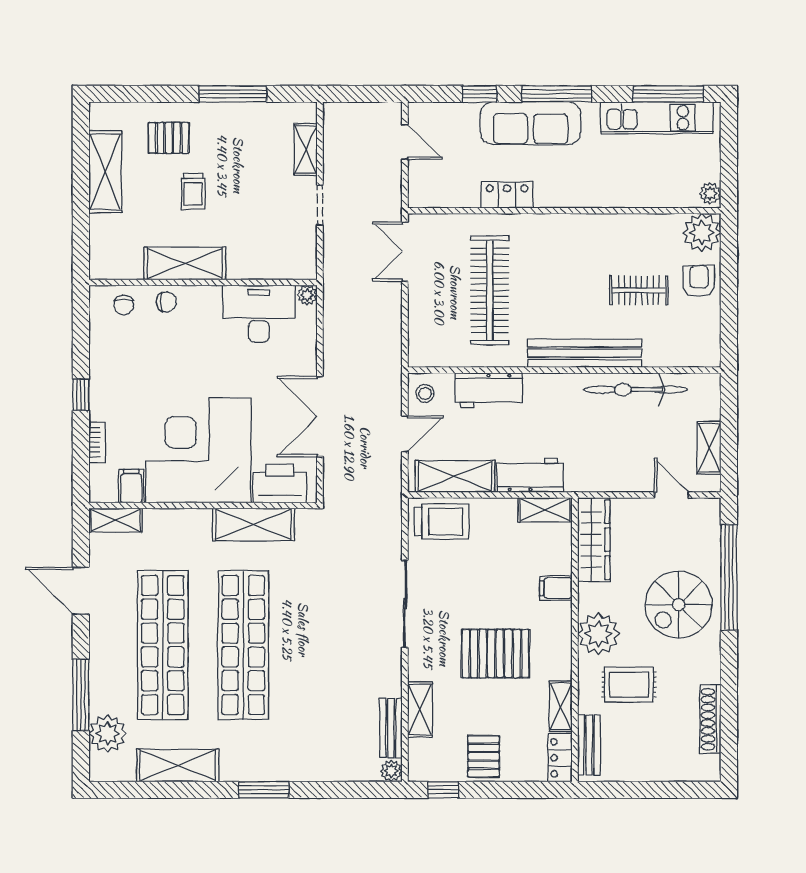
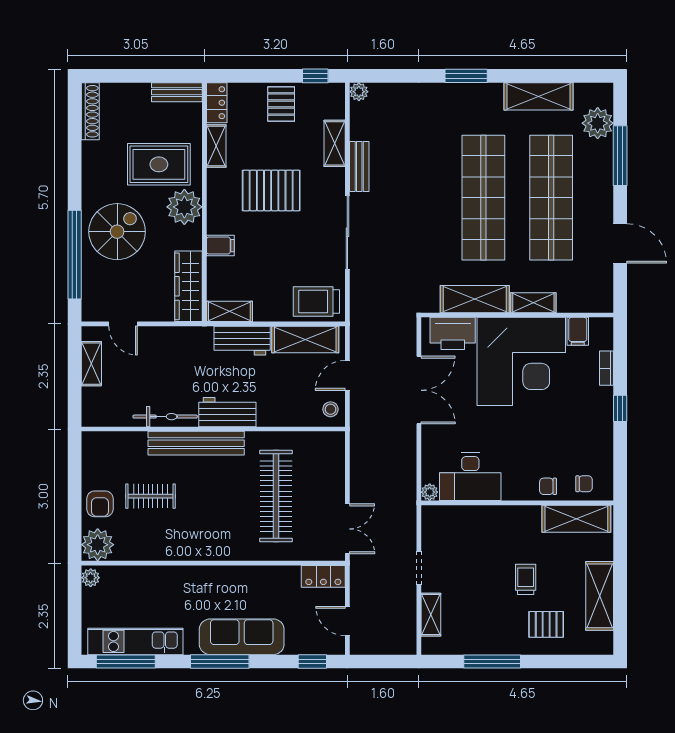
window: (479, 94) -> (312, 661), moved
locker: (507, 195) -> (323, 576), moved
shelving: (185, 263) -> (576, 519), moved
chair: (124, 305) -> (584, 484), turned 90
workbench: (489, 390) -> (227, 412), moved
bicycle: (635, 390) -> (165, 417), width x0.73, depth x0.71
shelving: (116, 520) -> (533, 303), moved
rug: (629, 685) -> (159, 164), width x1.36, depth x1.43
shoe rack: (710, 719) -> (90, 111), moved
bench: (391, 728) -> (359, 166), moved
bench: (589, 745) -> (177, 92), moved, turned 90

